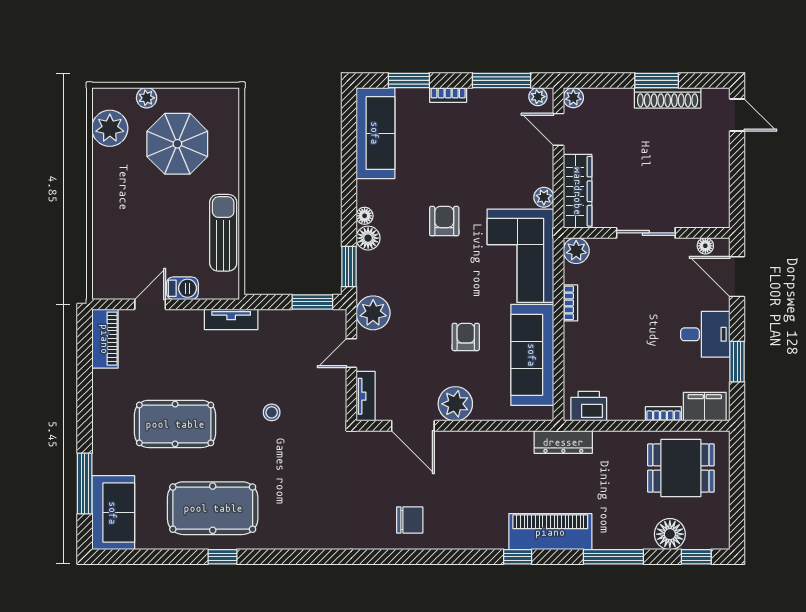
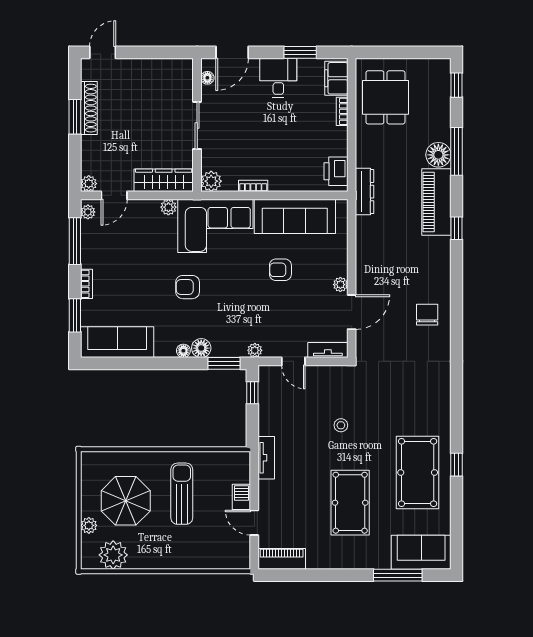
sun lounger: (223, 233) -> (182, 494), moved, turned 90
window: (312, 302) -> (252, 393), width x0.67
plant: (373, 313) -> (255, 350), width x0.53, depth x0.53
plant: (455, 404) -> (340, 285), width x0.53, depth x0.53
floor lamp: (670, 534) -> (438, 155), moved

